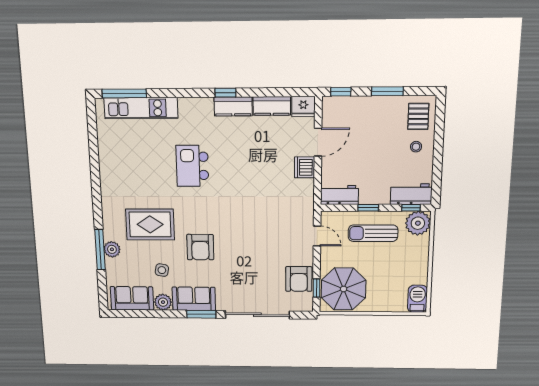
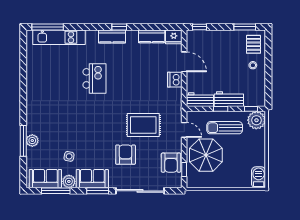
window: (387, 91) -> (245, 27), moved
kitchen counter: (233, 106) -> (112, 37), moved
door: (318, 142) -> (184, 62), hinge flipped
kitchen island: (192, 166) -> (94, 78), turned 180
workbench: (411, 194) -> (229, 99), moved
rug: (150, 224) -> (143, 125), moved
armchair: (200, 247) -> (126, 155), moved, turned 180
parasol: (344, 289) -> (206, 155), moved
window: (146, 314) -> (56, 191), added

